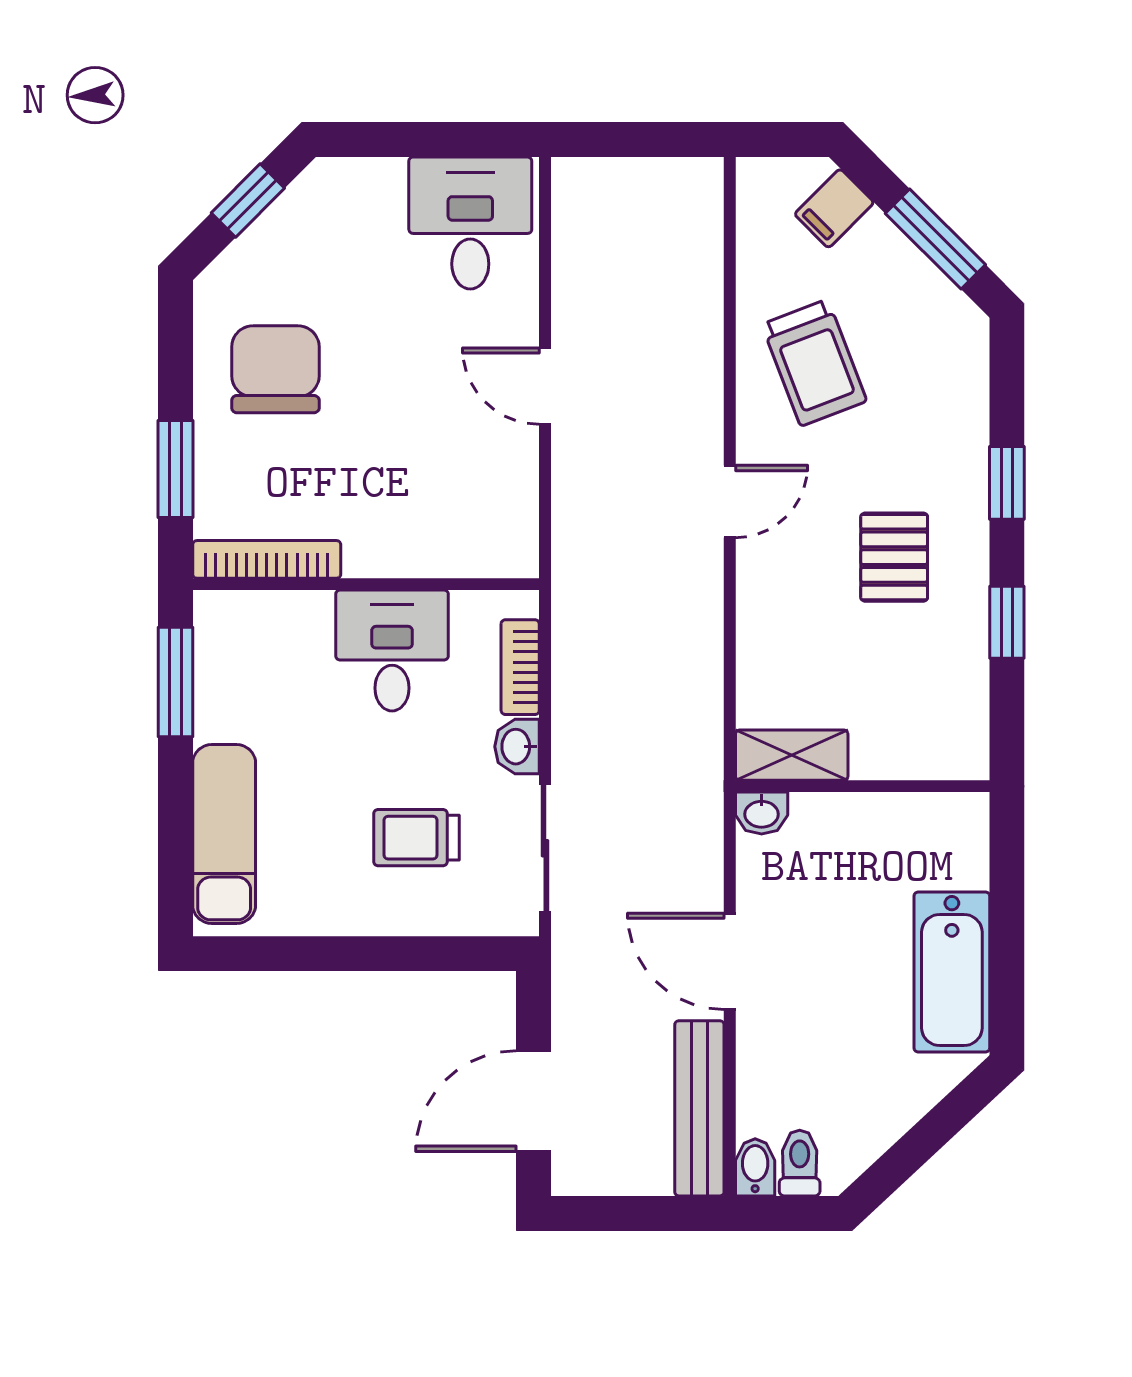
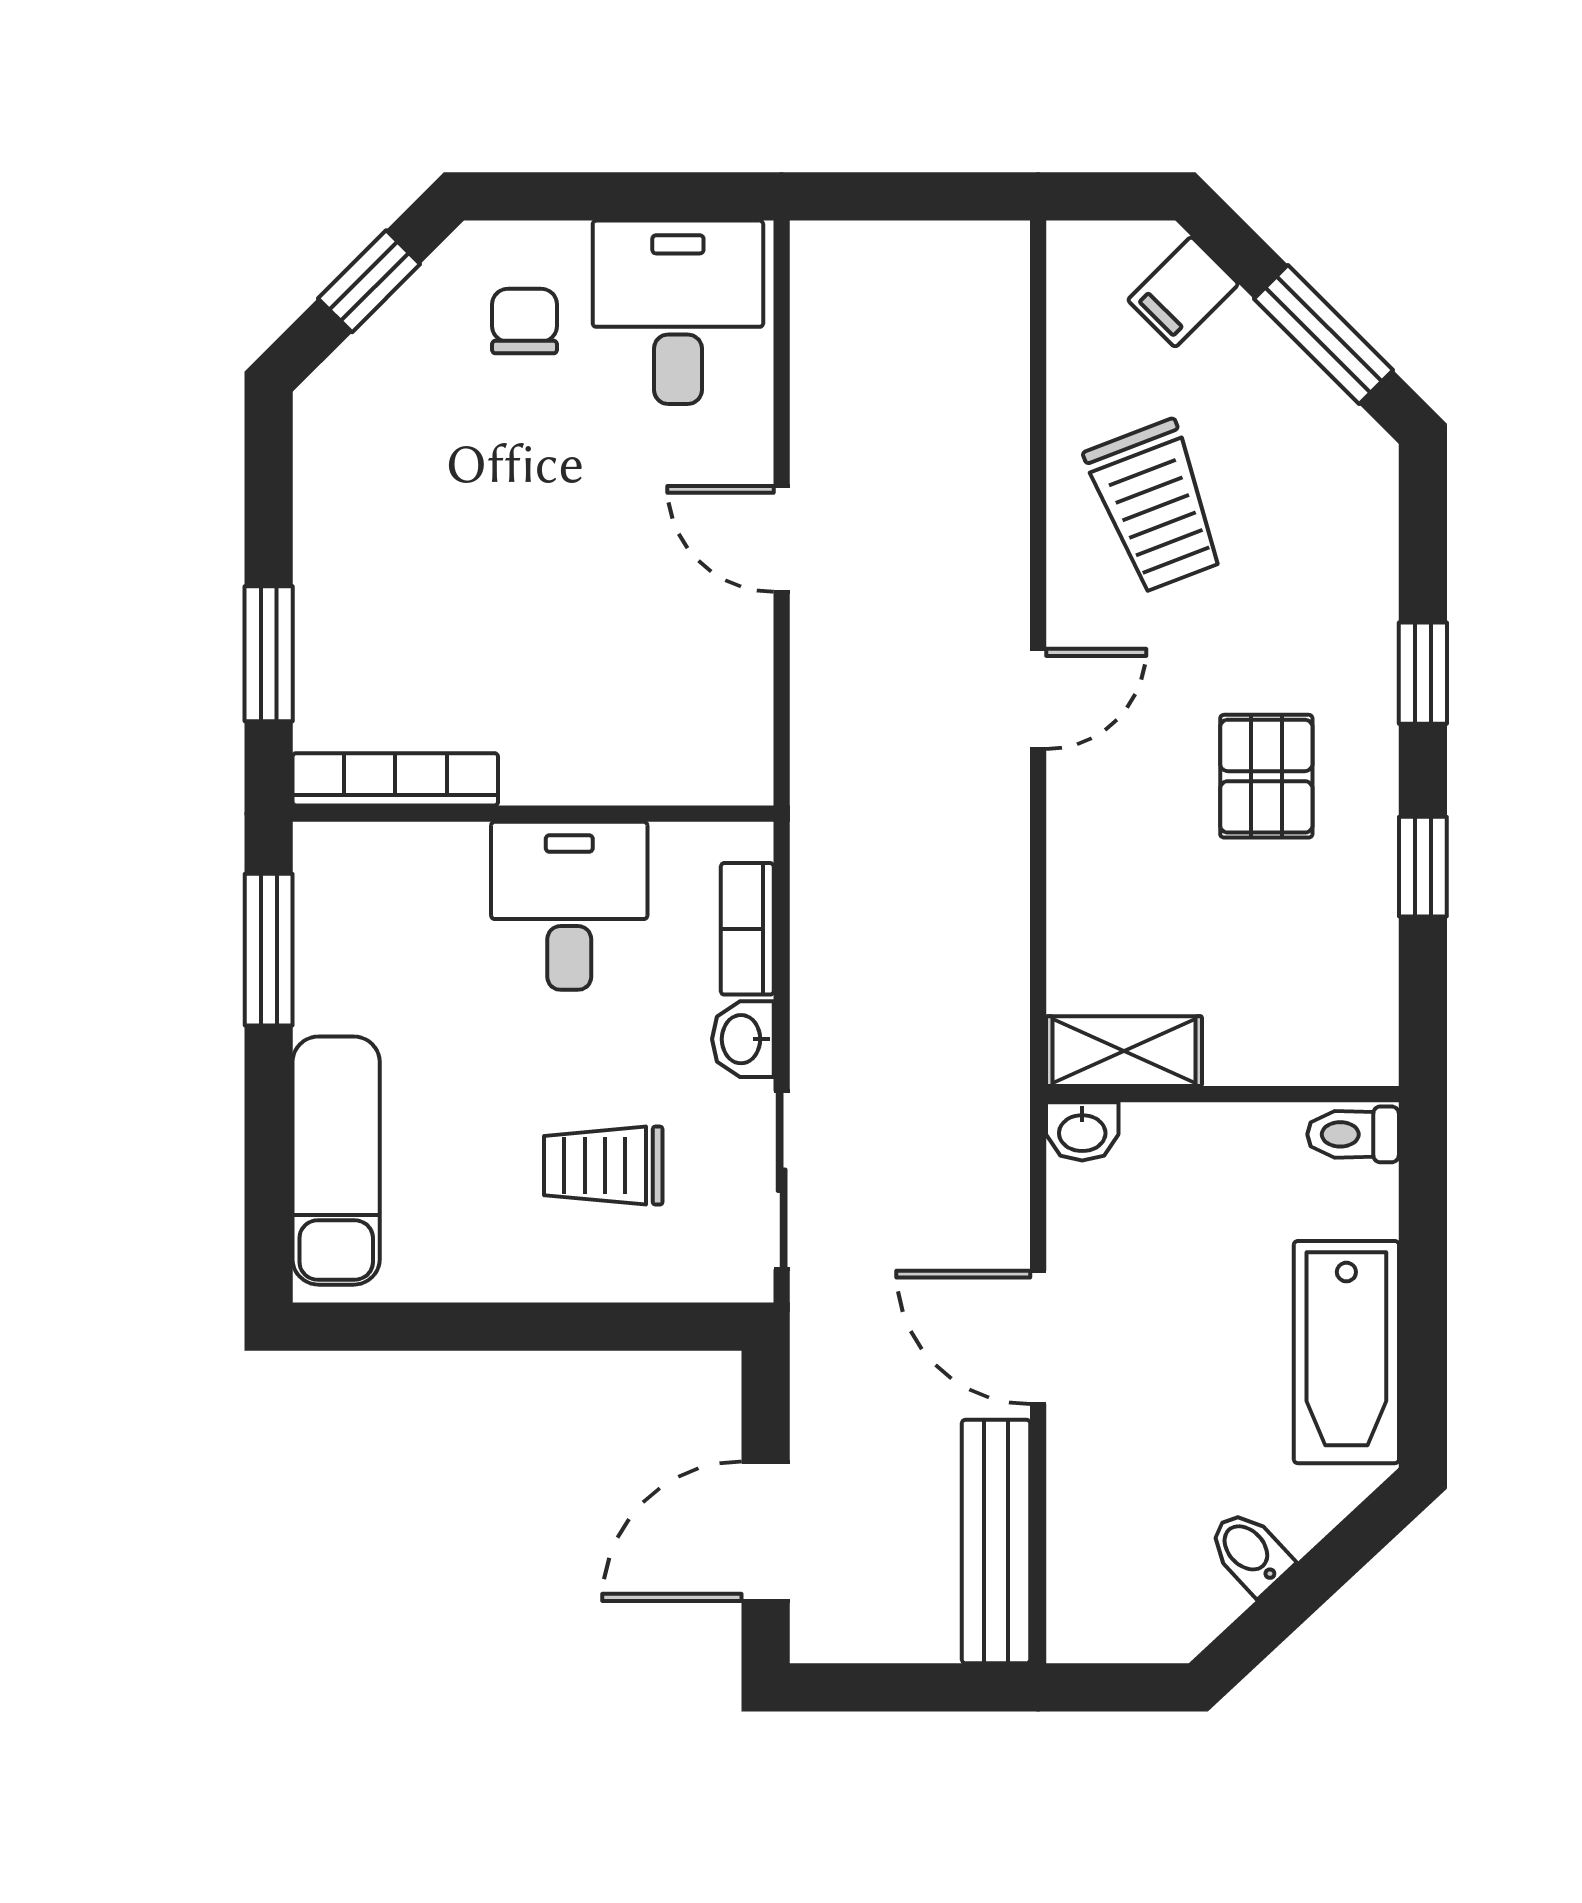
chair: (275, 369) -> (525, 321), moved, width x0.54, depth x0.54
toilet: (800, 1163) -> (1353, 1134), moved, turned -90
bidet: (755, 1167) -> (1250, 1552), moved, turned -43

